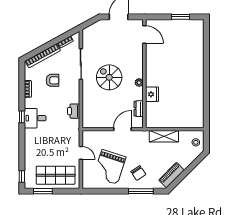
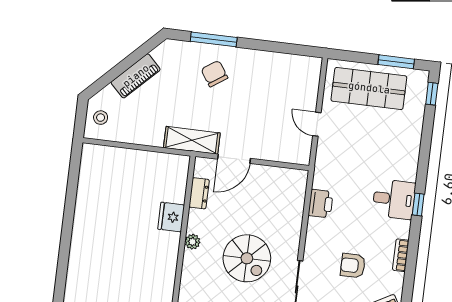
shelving: (164, 136) -> (192, 140), moved
grand piano: (110, 167) -> (267, 92), removed
piano: (172, 175) -> (136, 76), moved

